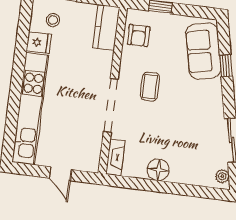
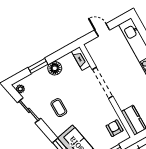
coffee table: (150, 87) -> (59, 108), moved
window: (178, 189) -> (38, 66), added

